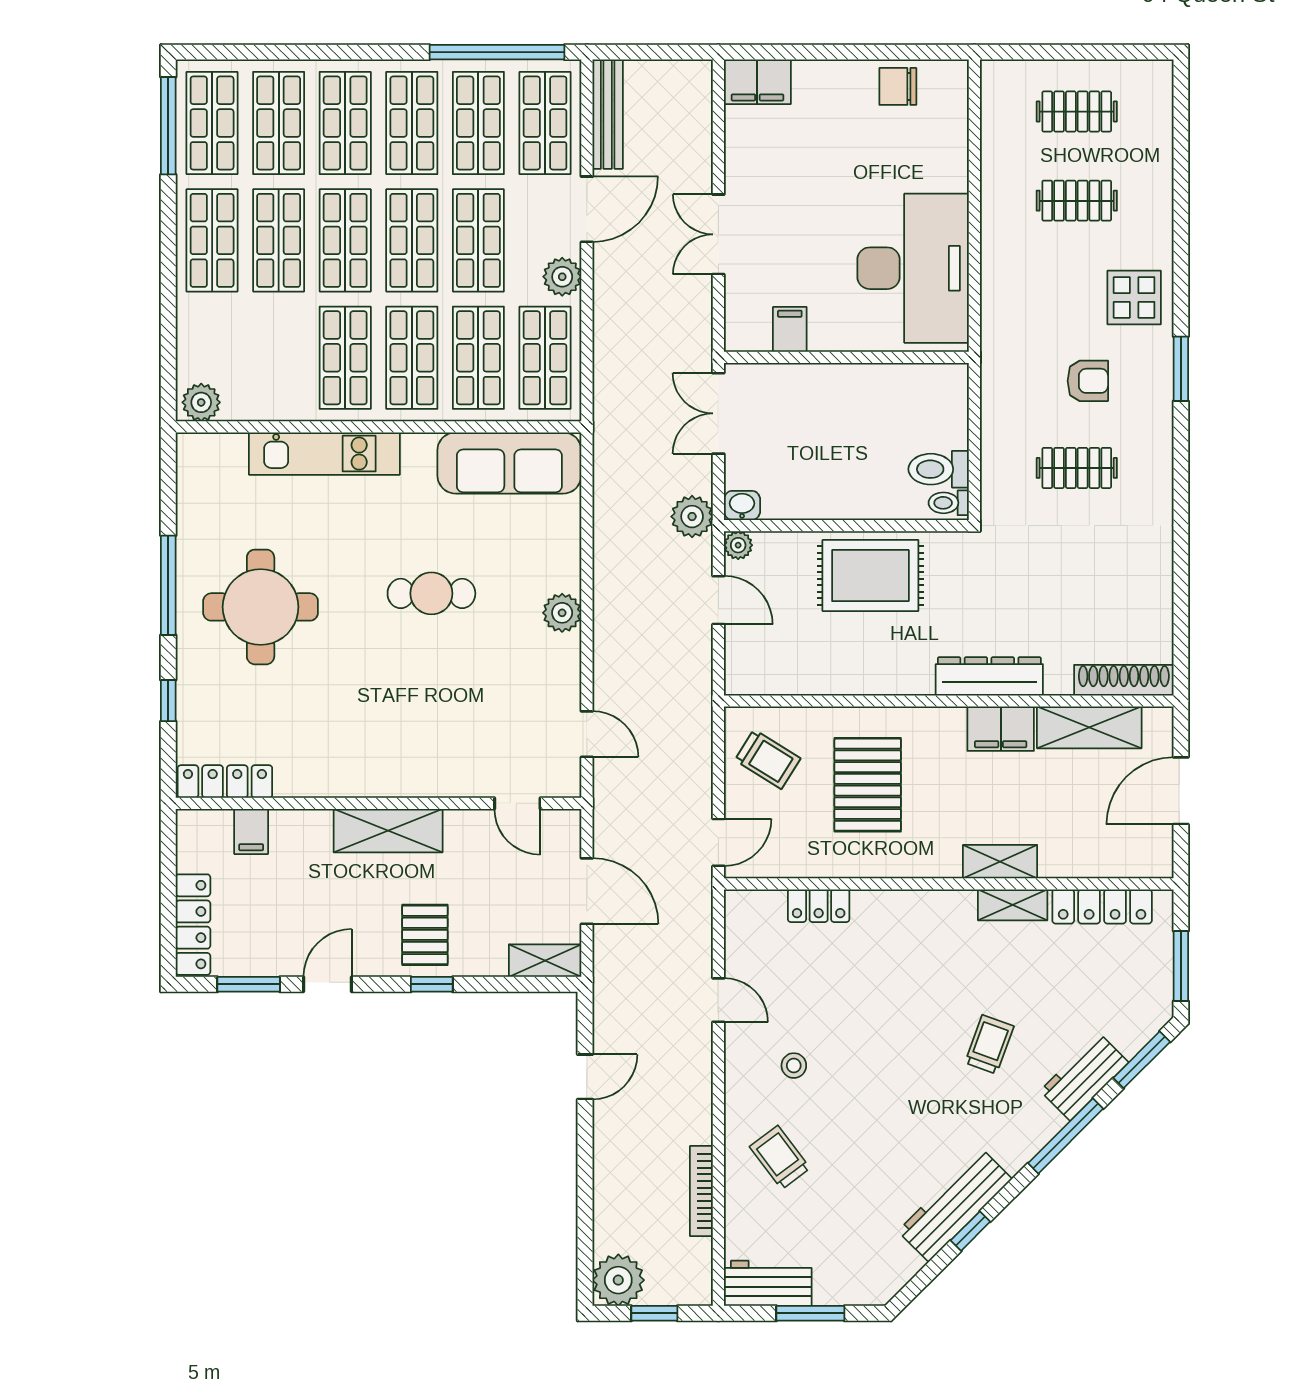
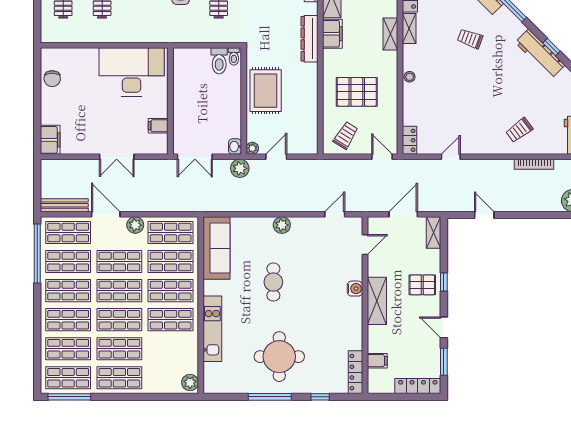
water cooler: (416, 780) -> (355, 289), added
locker: (819, 906) -> (410, 140), moved
stool: (794, 1066) -> (410, 77), moved

